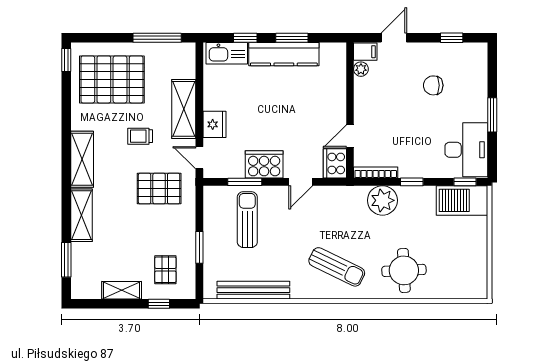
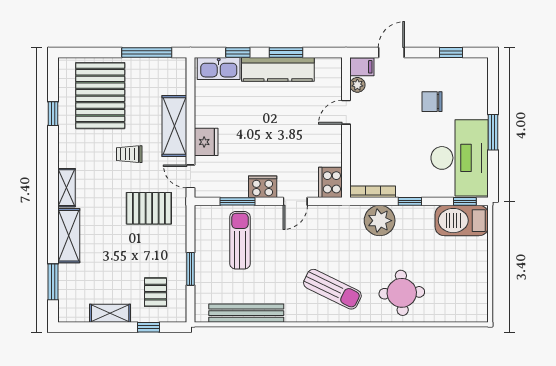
window: (66, 60) -> (53, 114), moved
pallet: (112, 79) -> (100, 96), turned 90
door: (350, 136) -> (346, 112), moved
desk: (466, 150) -> (460, 158), width x1.36, depth x1.30
shelving: (82, 159) -> (67, 188), width x0.67, depth x0.75
cooker: (264, 164) -> (263, 187), width x0.73, depth x0.76

